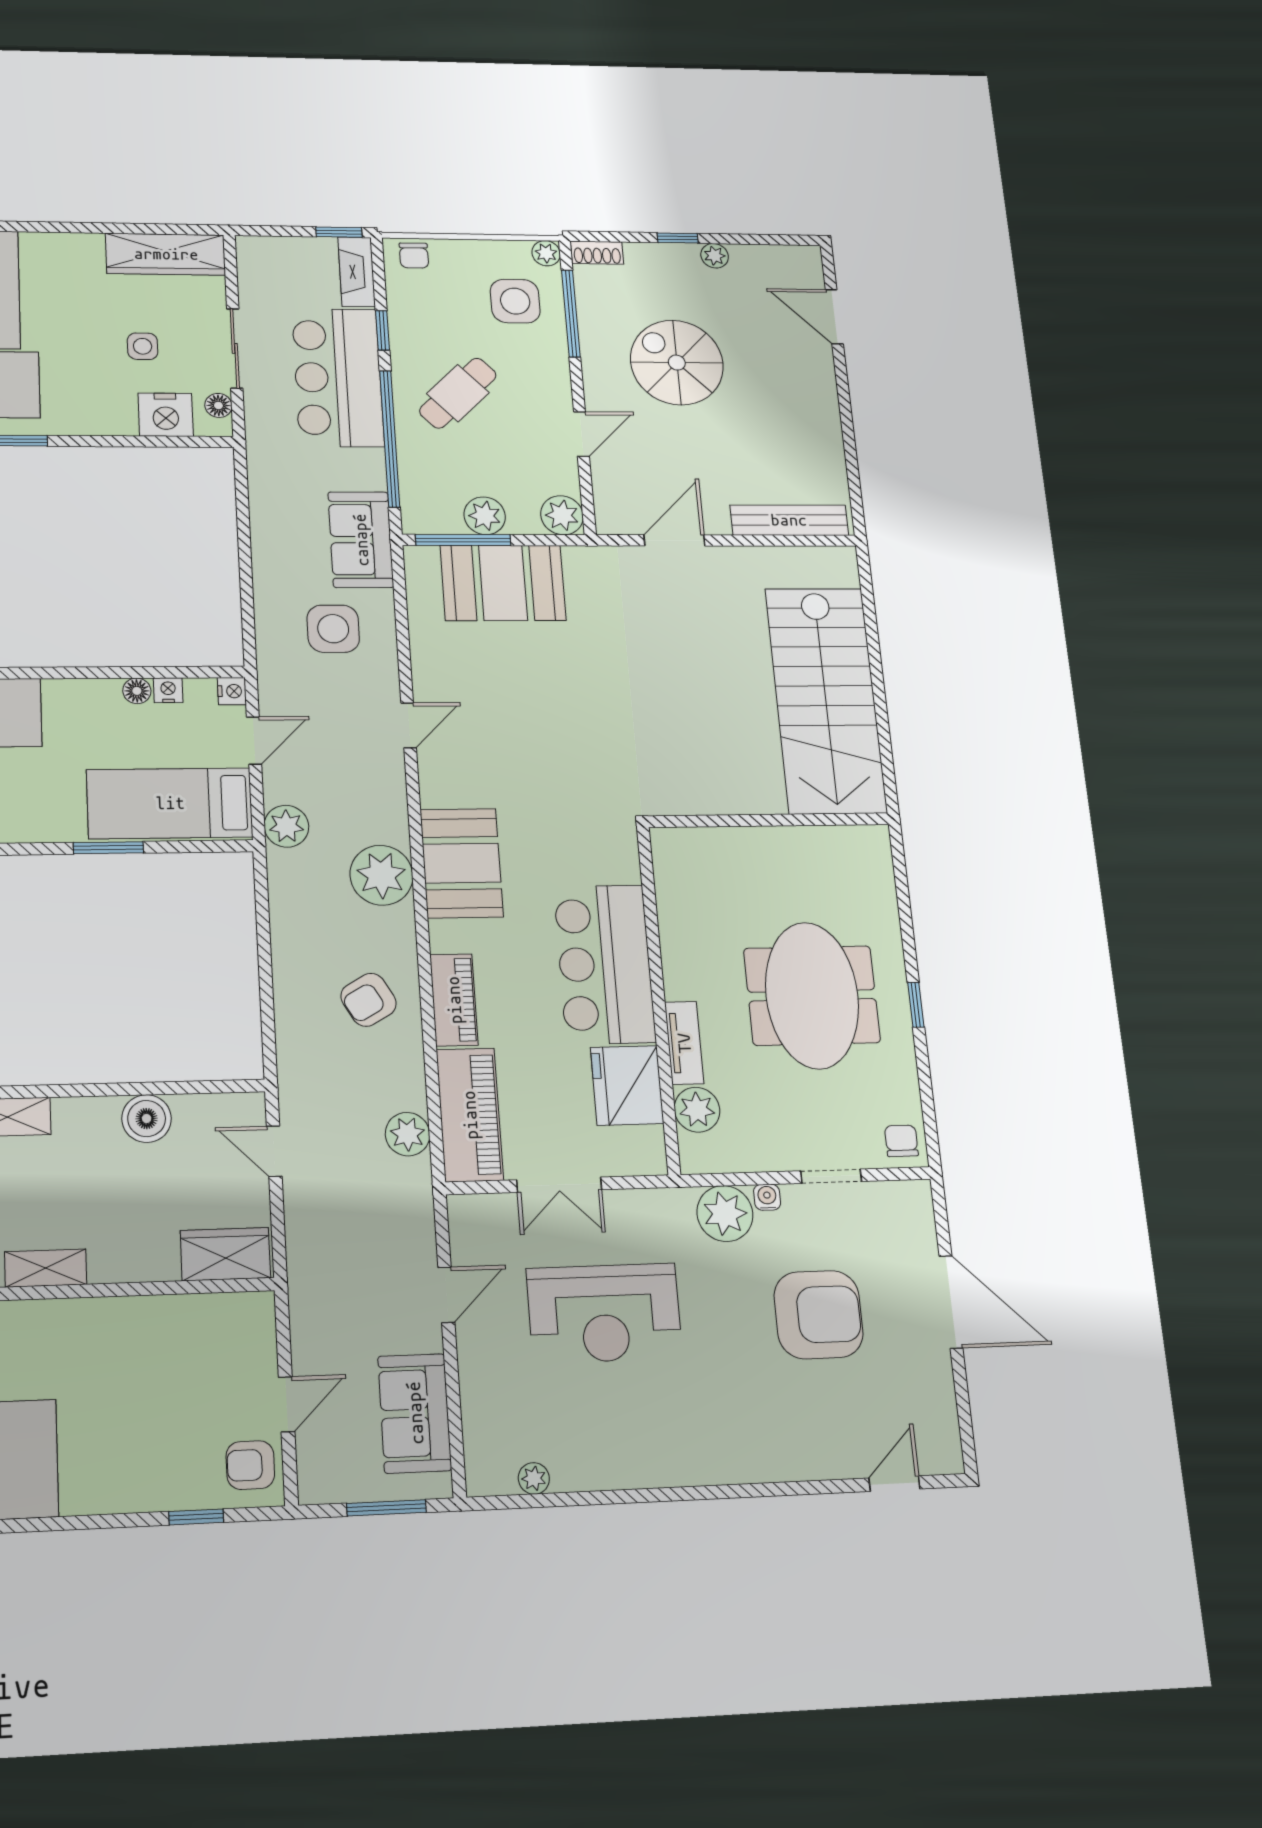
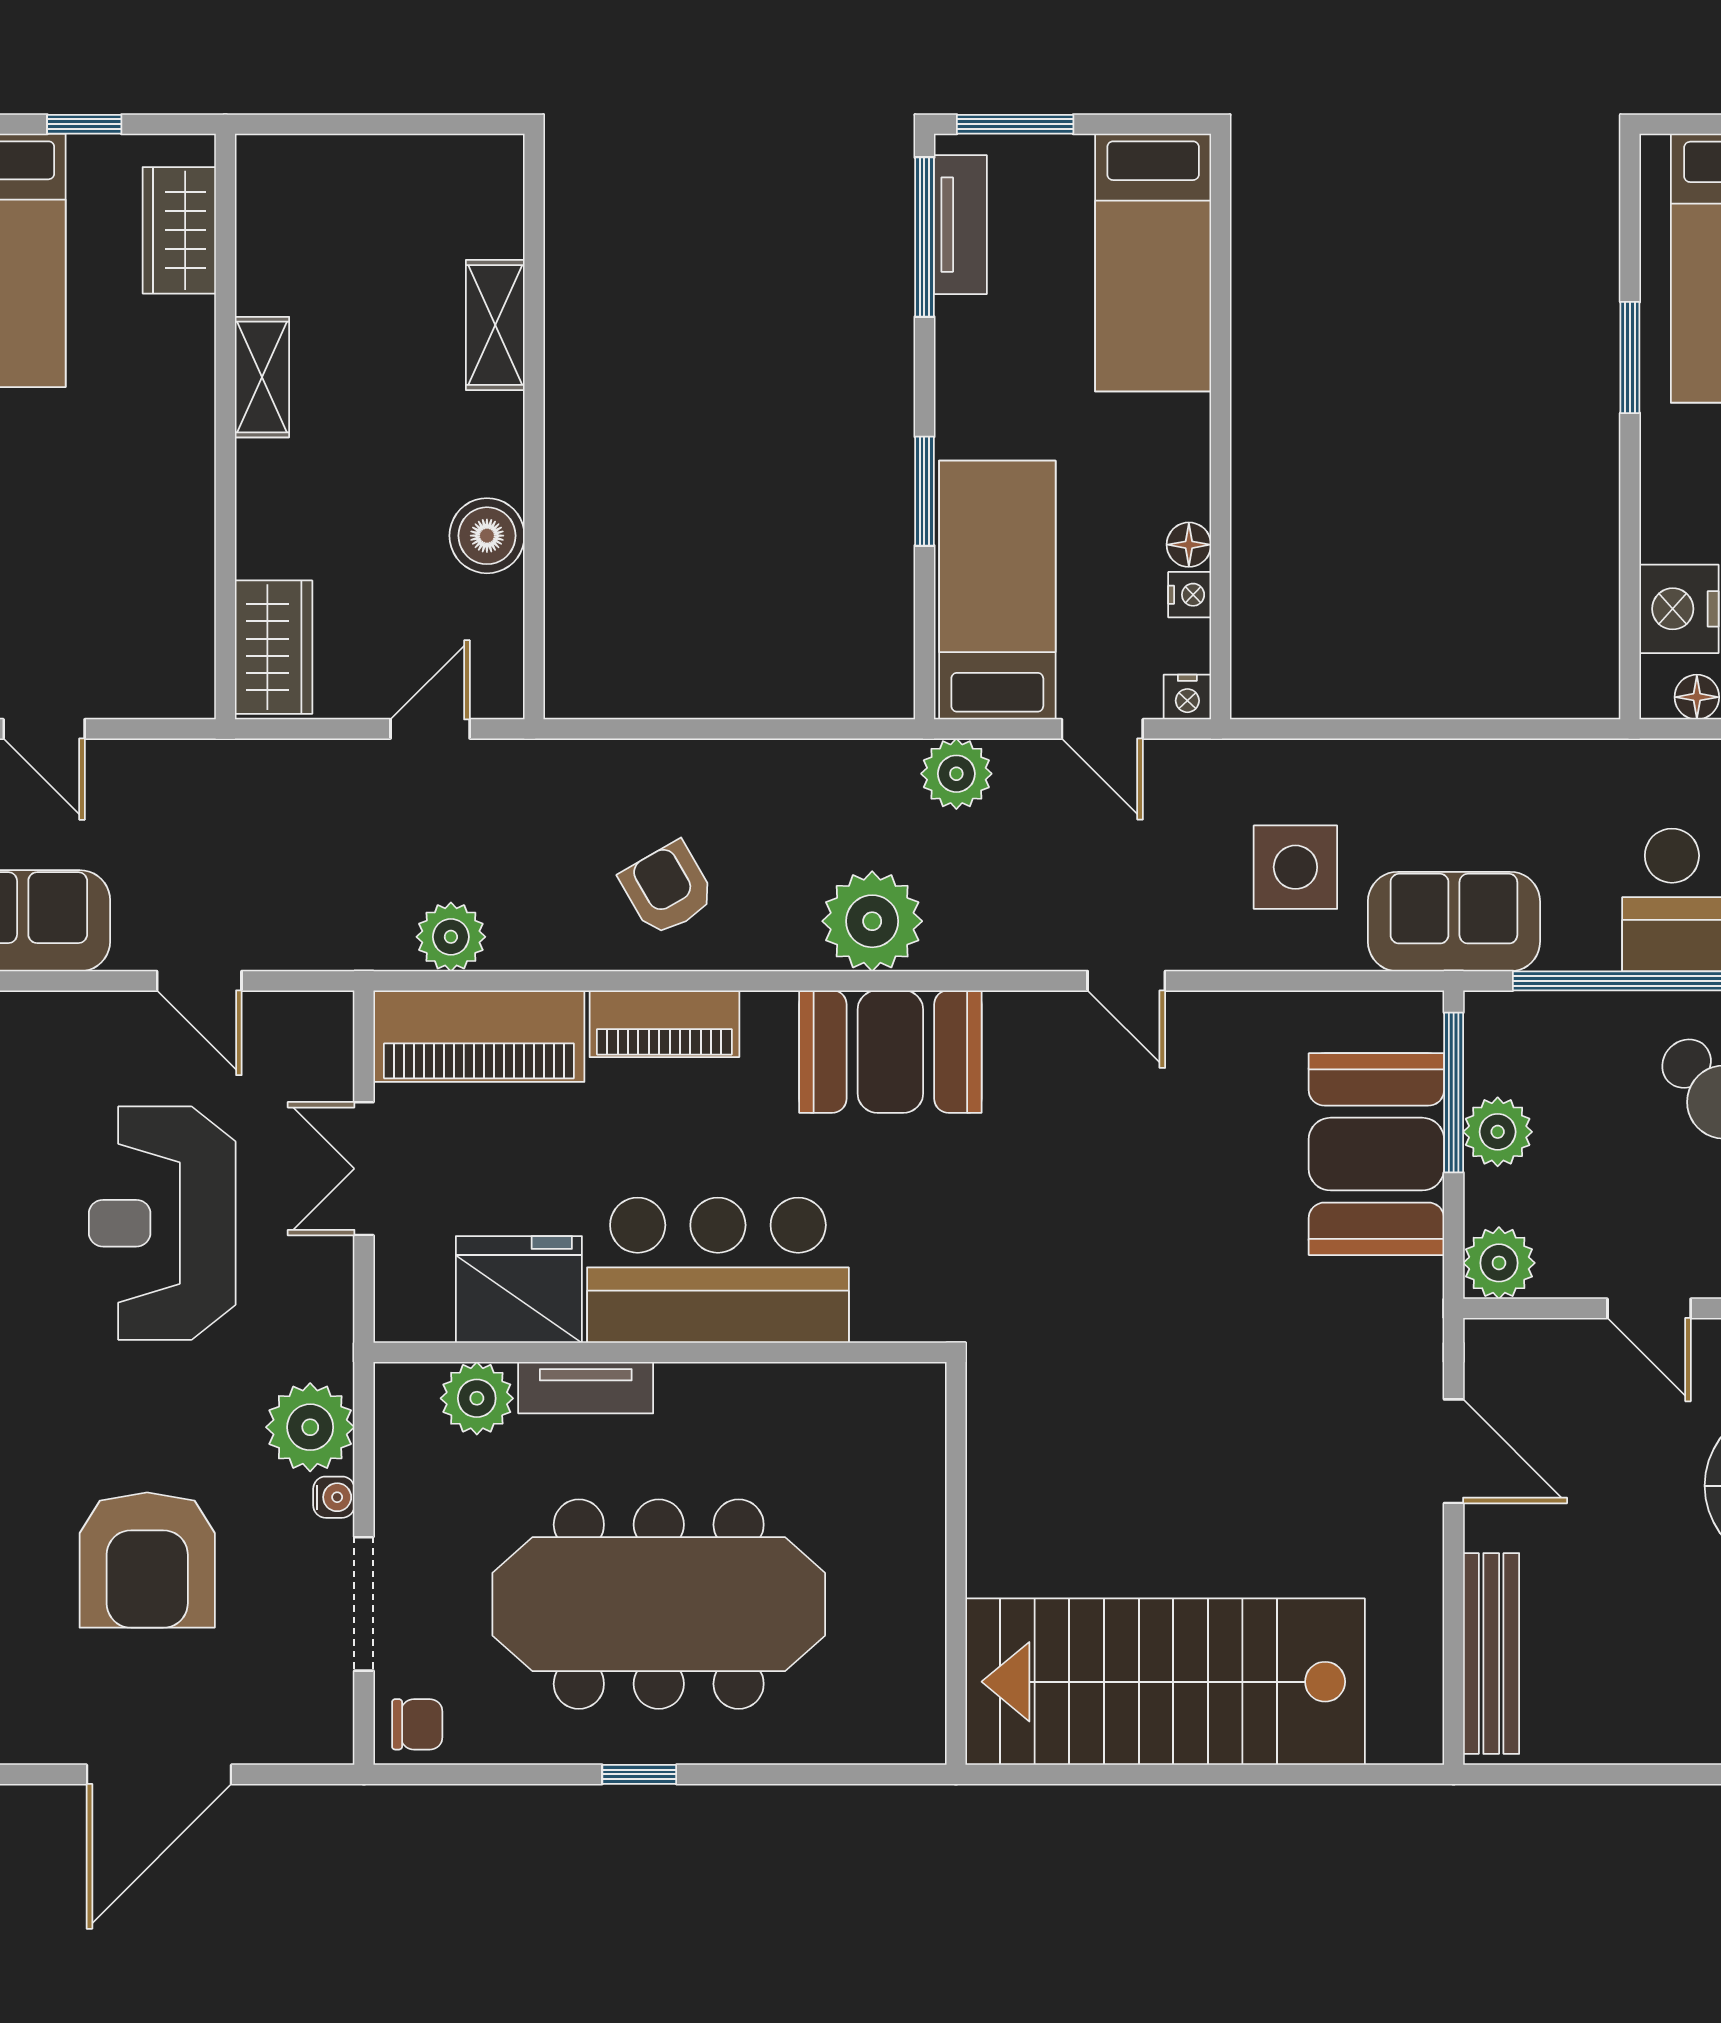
meeting table: (812, 995) -> (659, 1604), width x1.36
doorway: (831, 1176) -> (364, 1604), width x1.38

